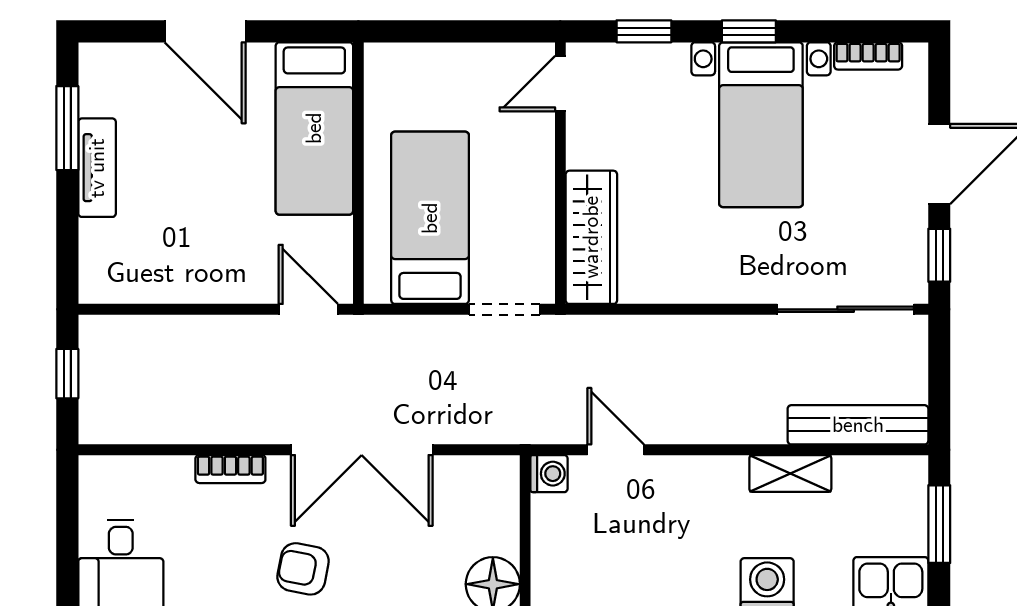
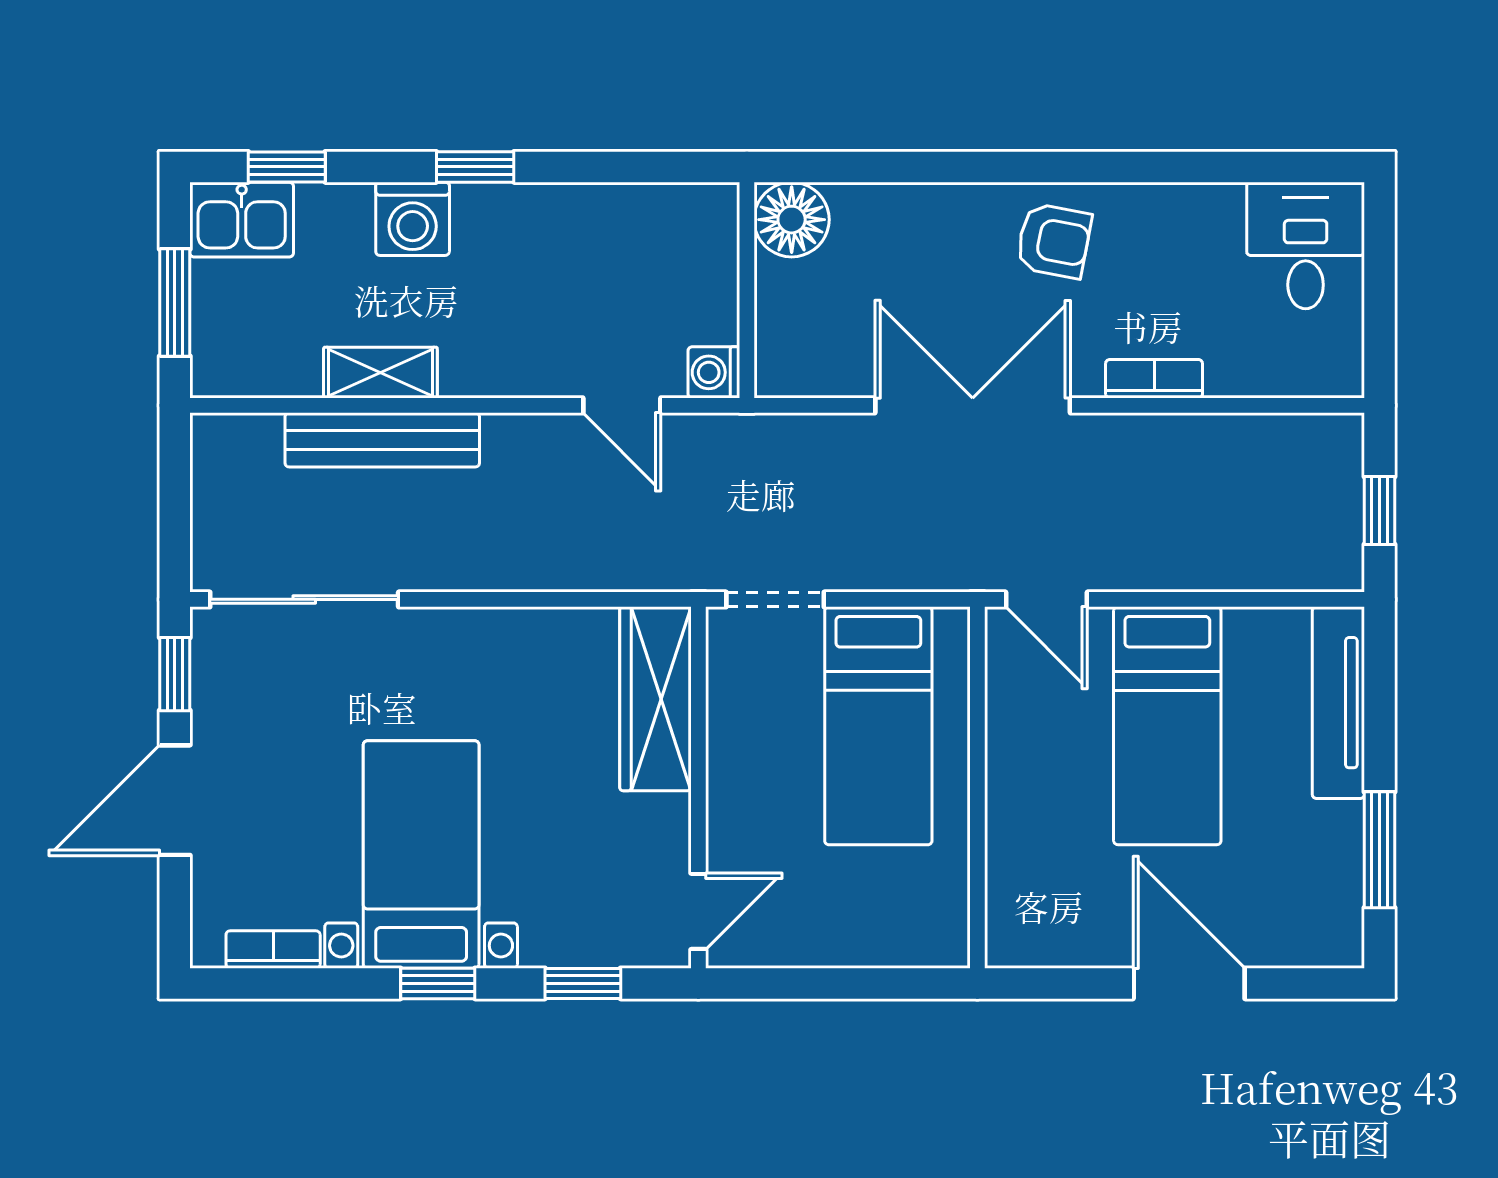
bed: (314, 128) -> (1167, 726), moved, turned 180
tv unit: (97, 168) -> (1338, 703), moved, width x1.41
bench: (858, 425) -> (382, 440), moved

